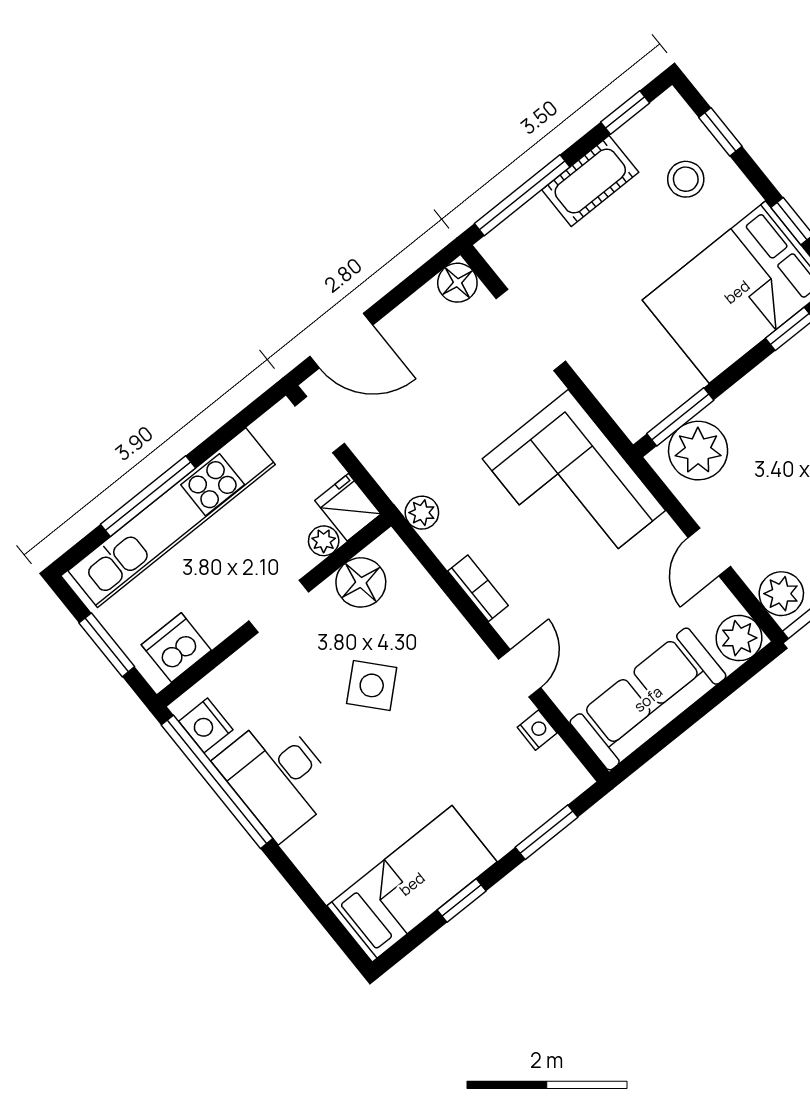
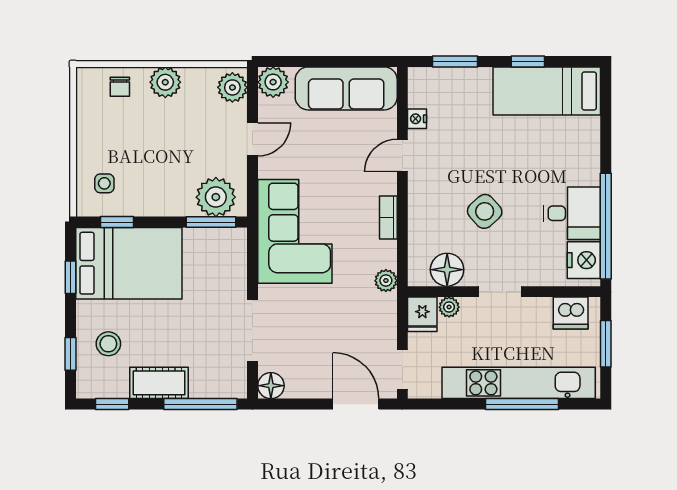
nightstand: (206, 725) -> (584, 260), width x1.36, depth x1.33
desk: (277, 777) -> (572, 213), width x0.73

